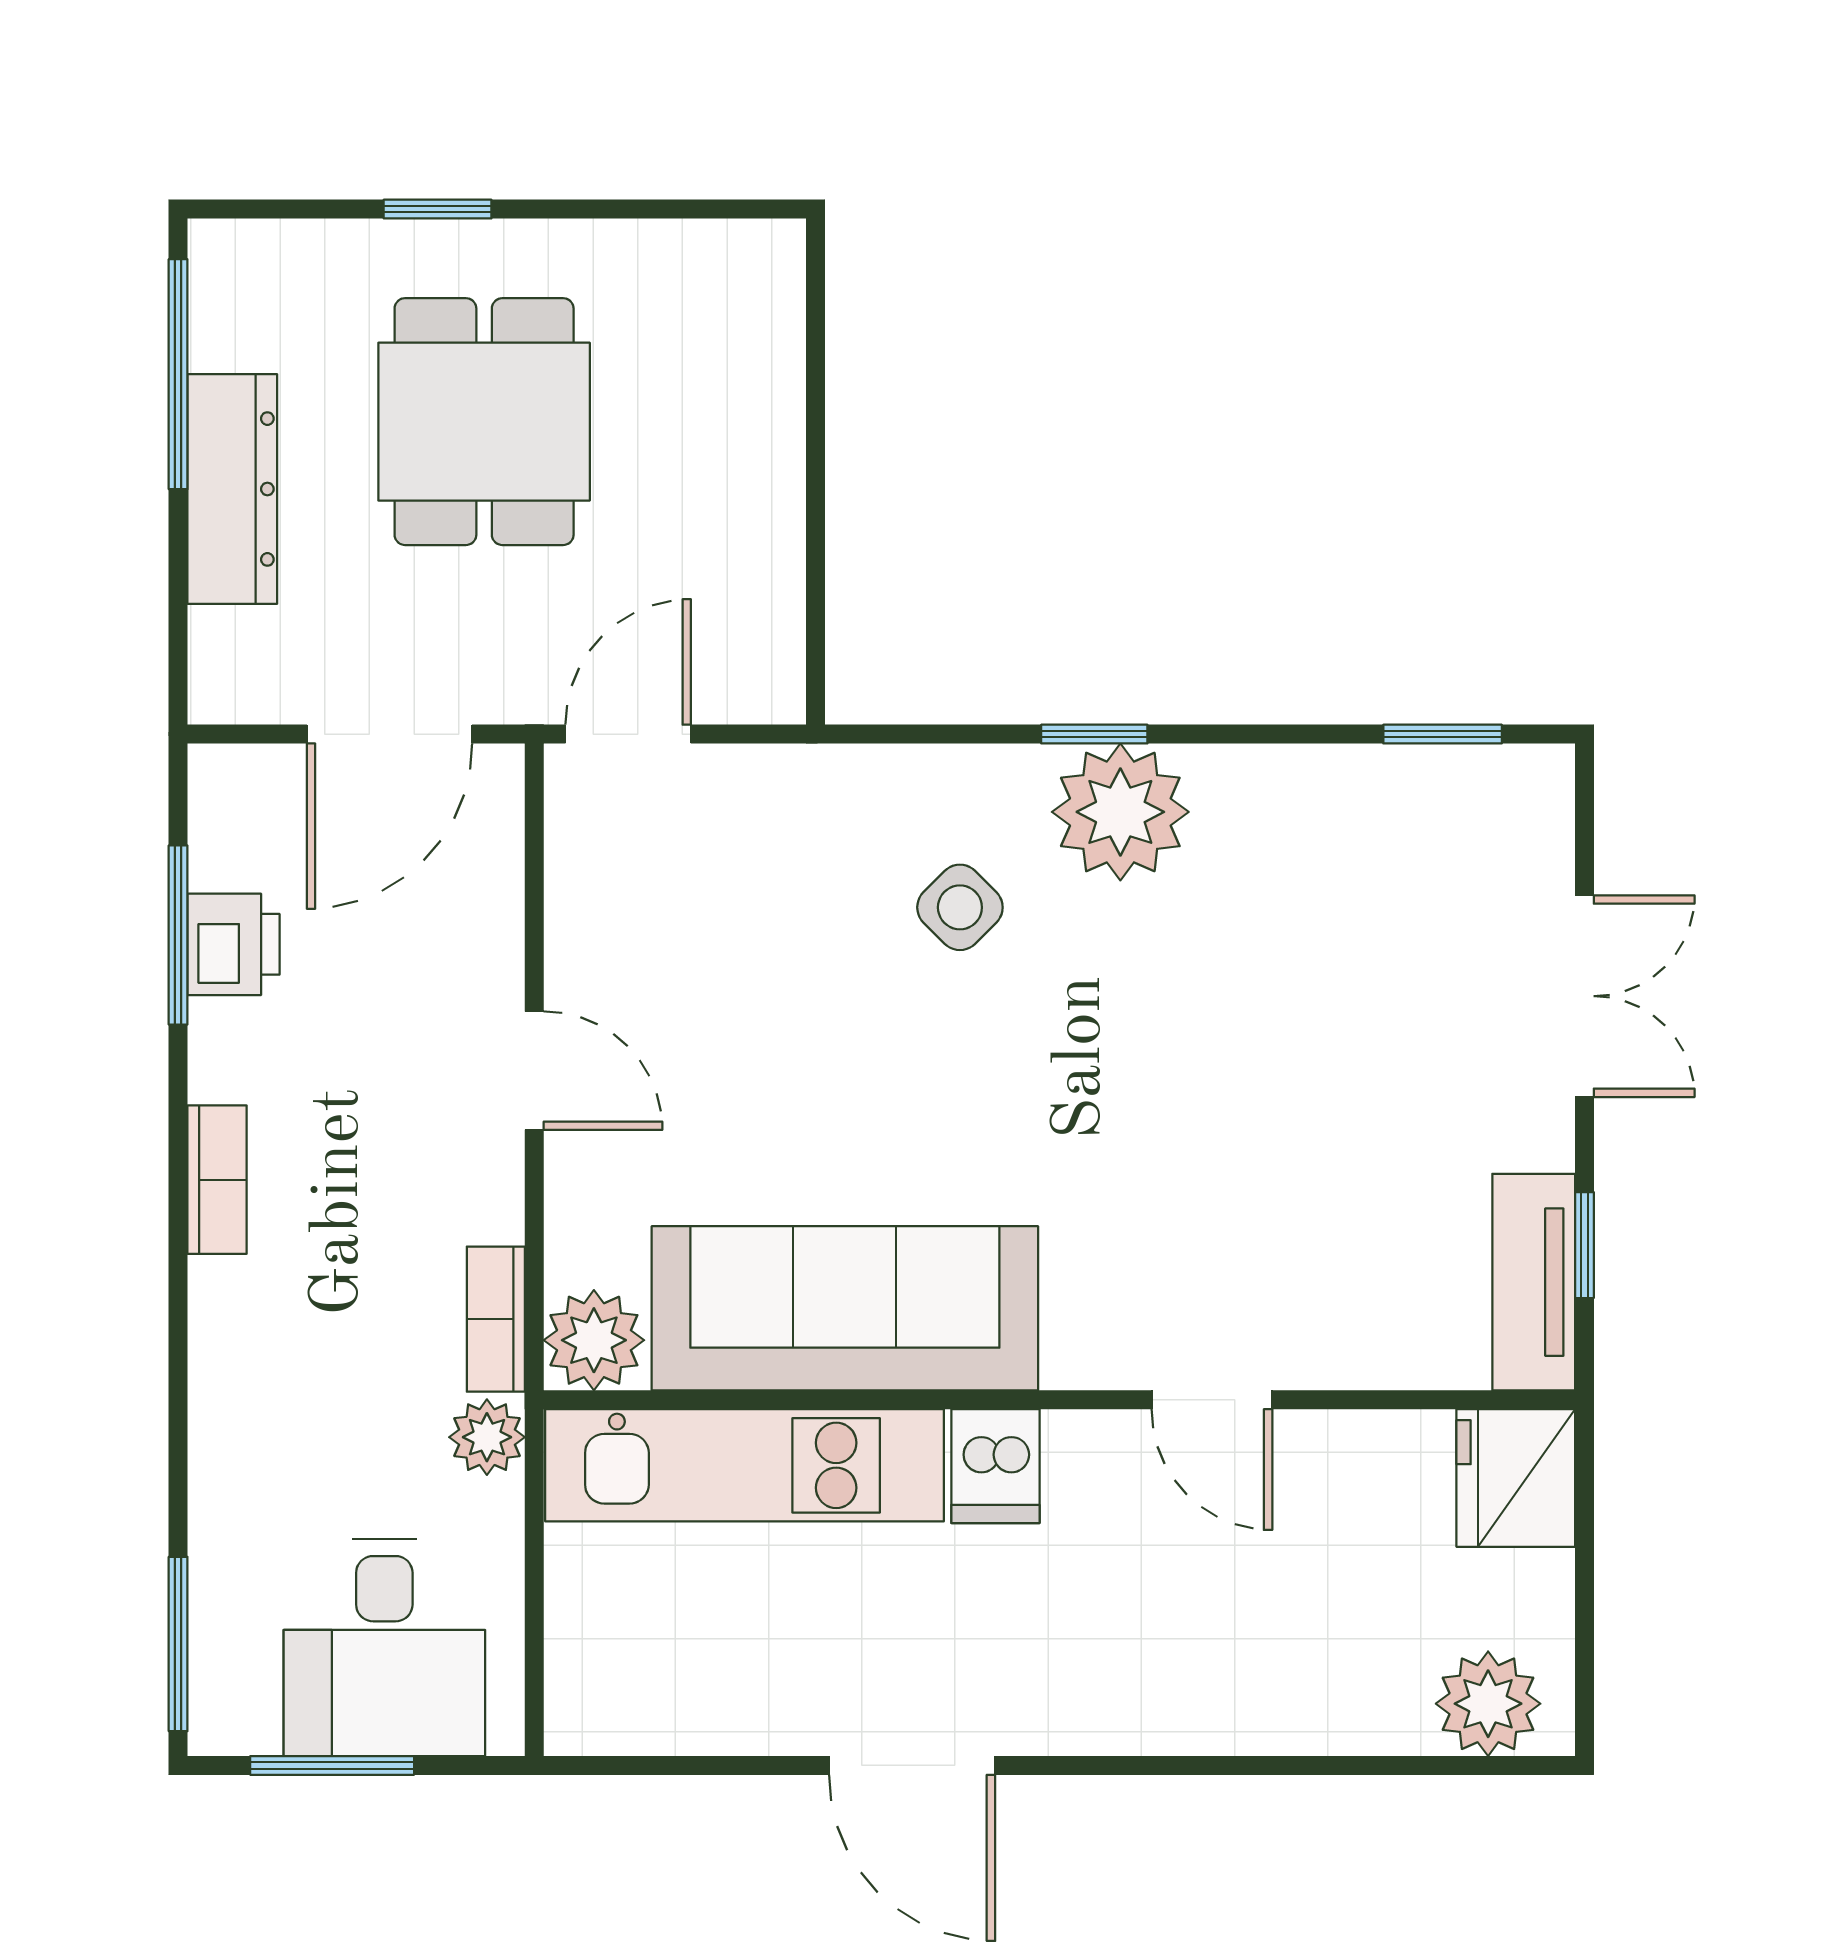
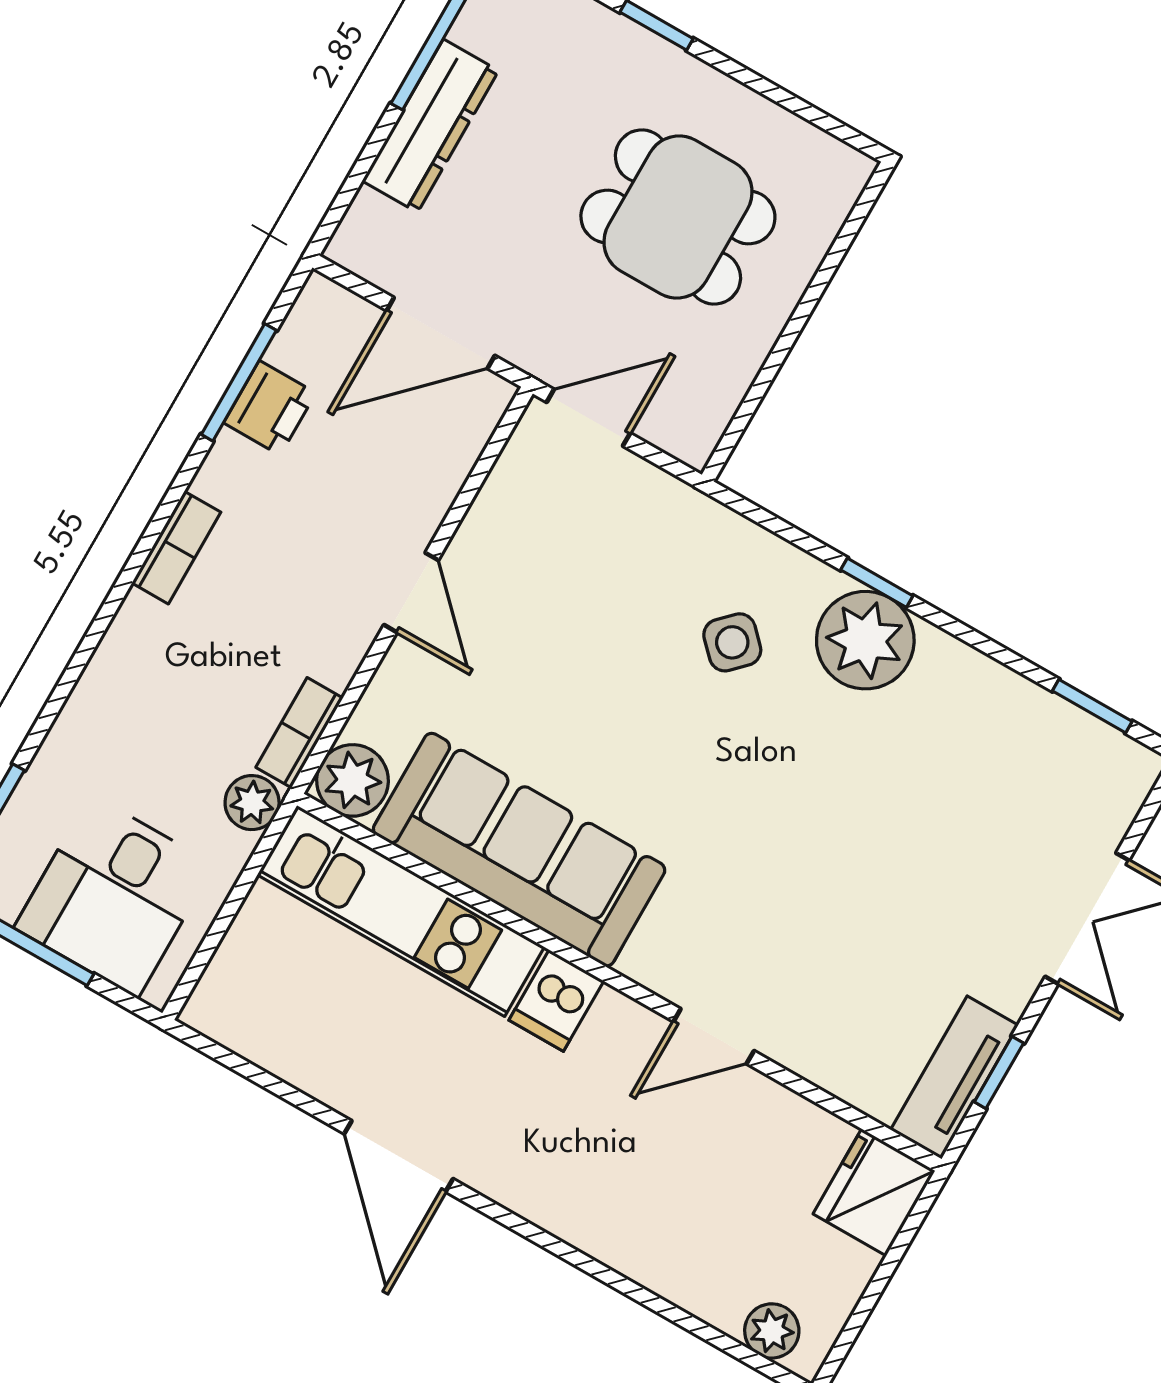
dining table: (484, 422) -> (678, 217), moved, turned 90
door: (1212, 1400) -> (714, 1036), hinge flipped
plant: (1488, 1704) -> (772, 1331), width x0.73, depth x0.73

